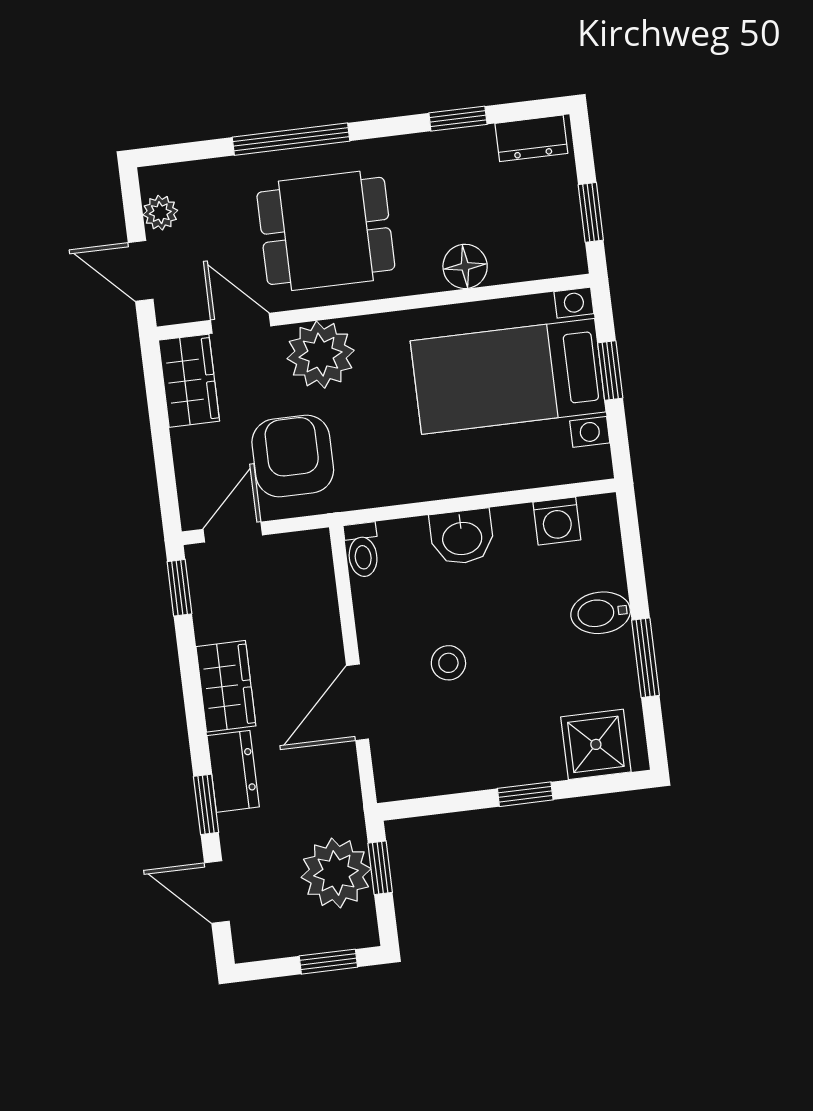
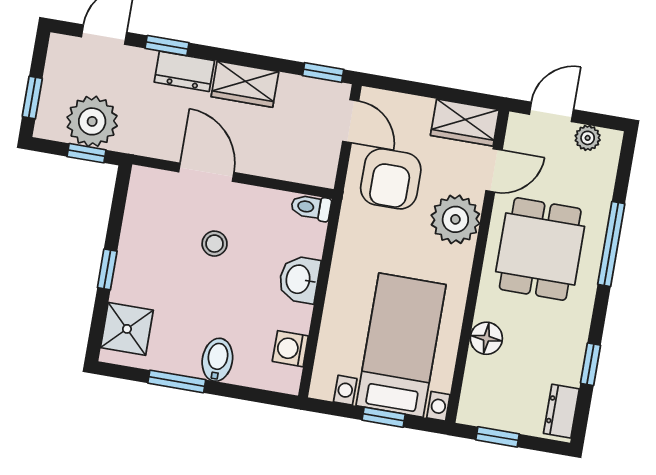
armchair: (293, 456) -> (391, 179), turned 90

